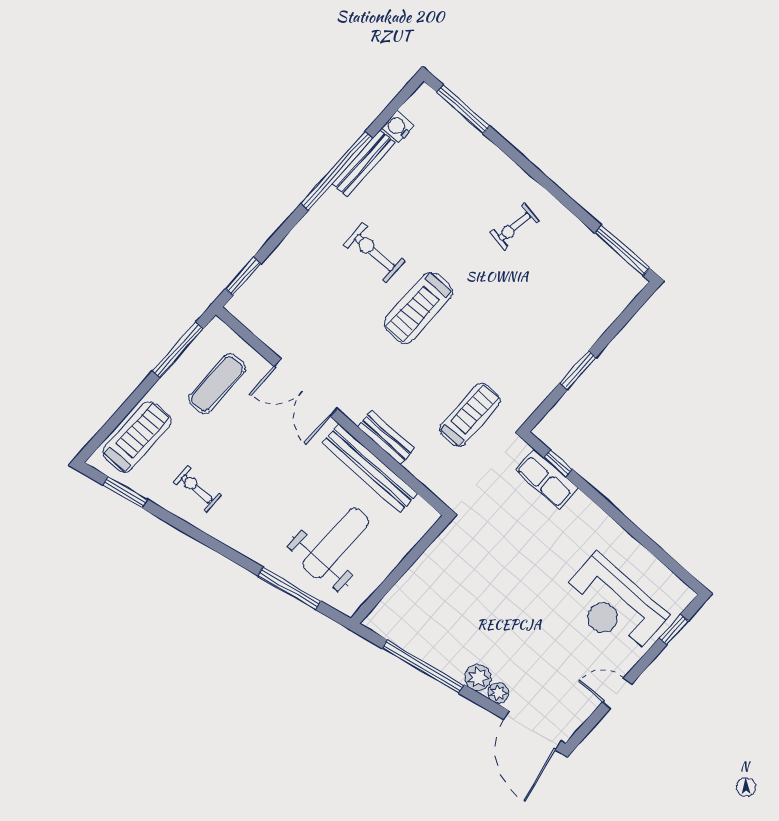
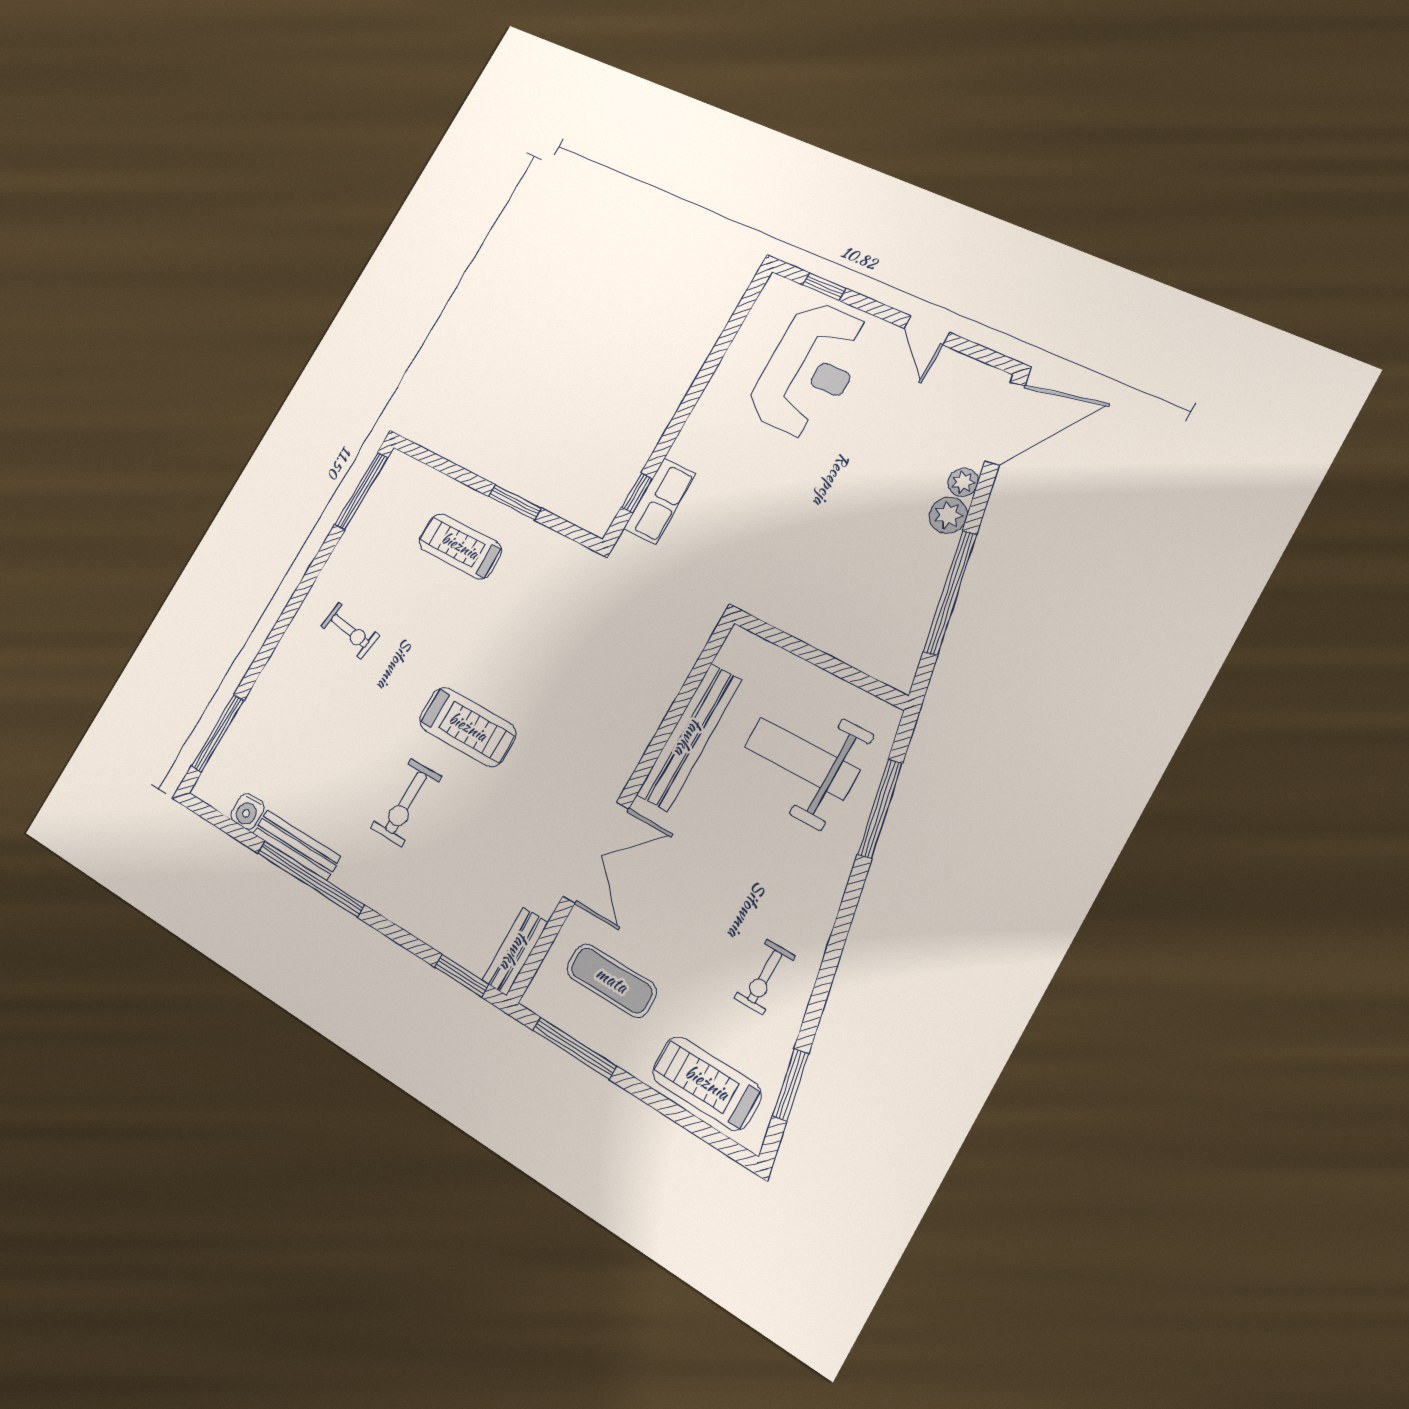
treadmill: (470, 415) -> (460, 546), moved
bench: (386, 438) -> (515, 951), moved

